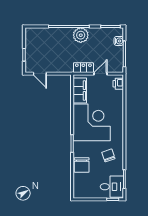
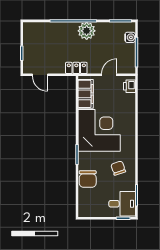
locker: (83, 68) -> (76, 68), moved

